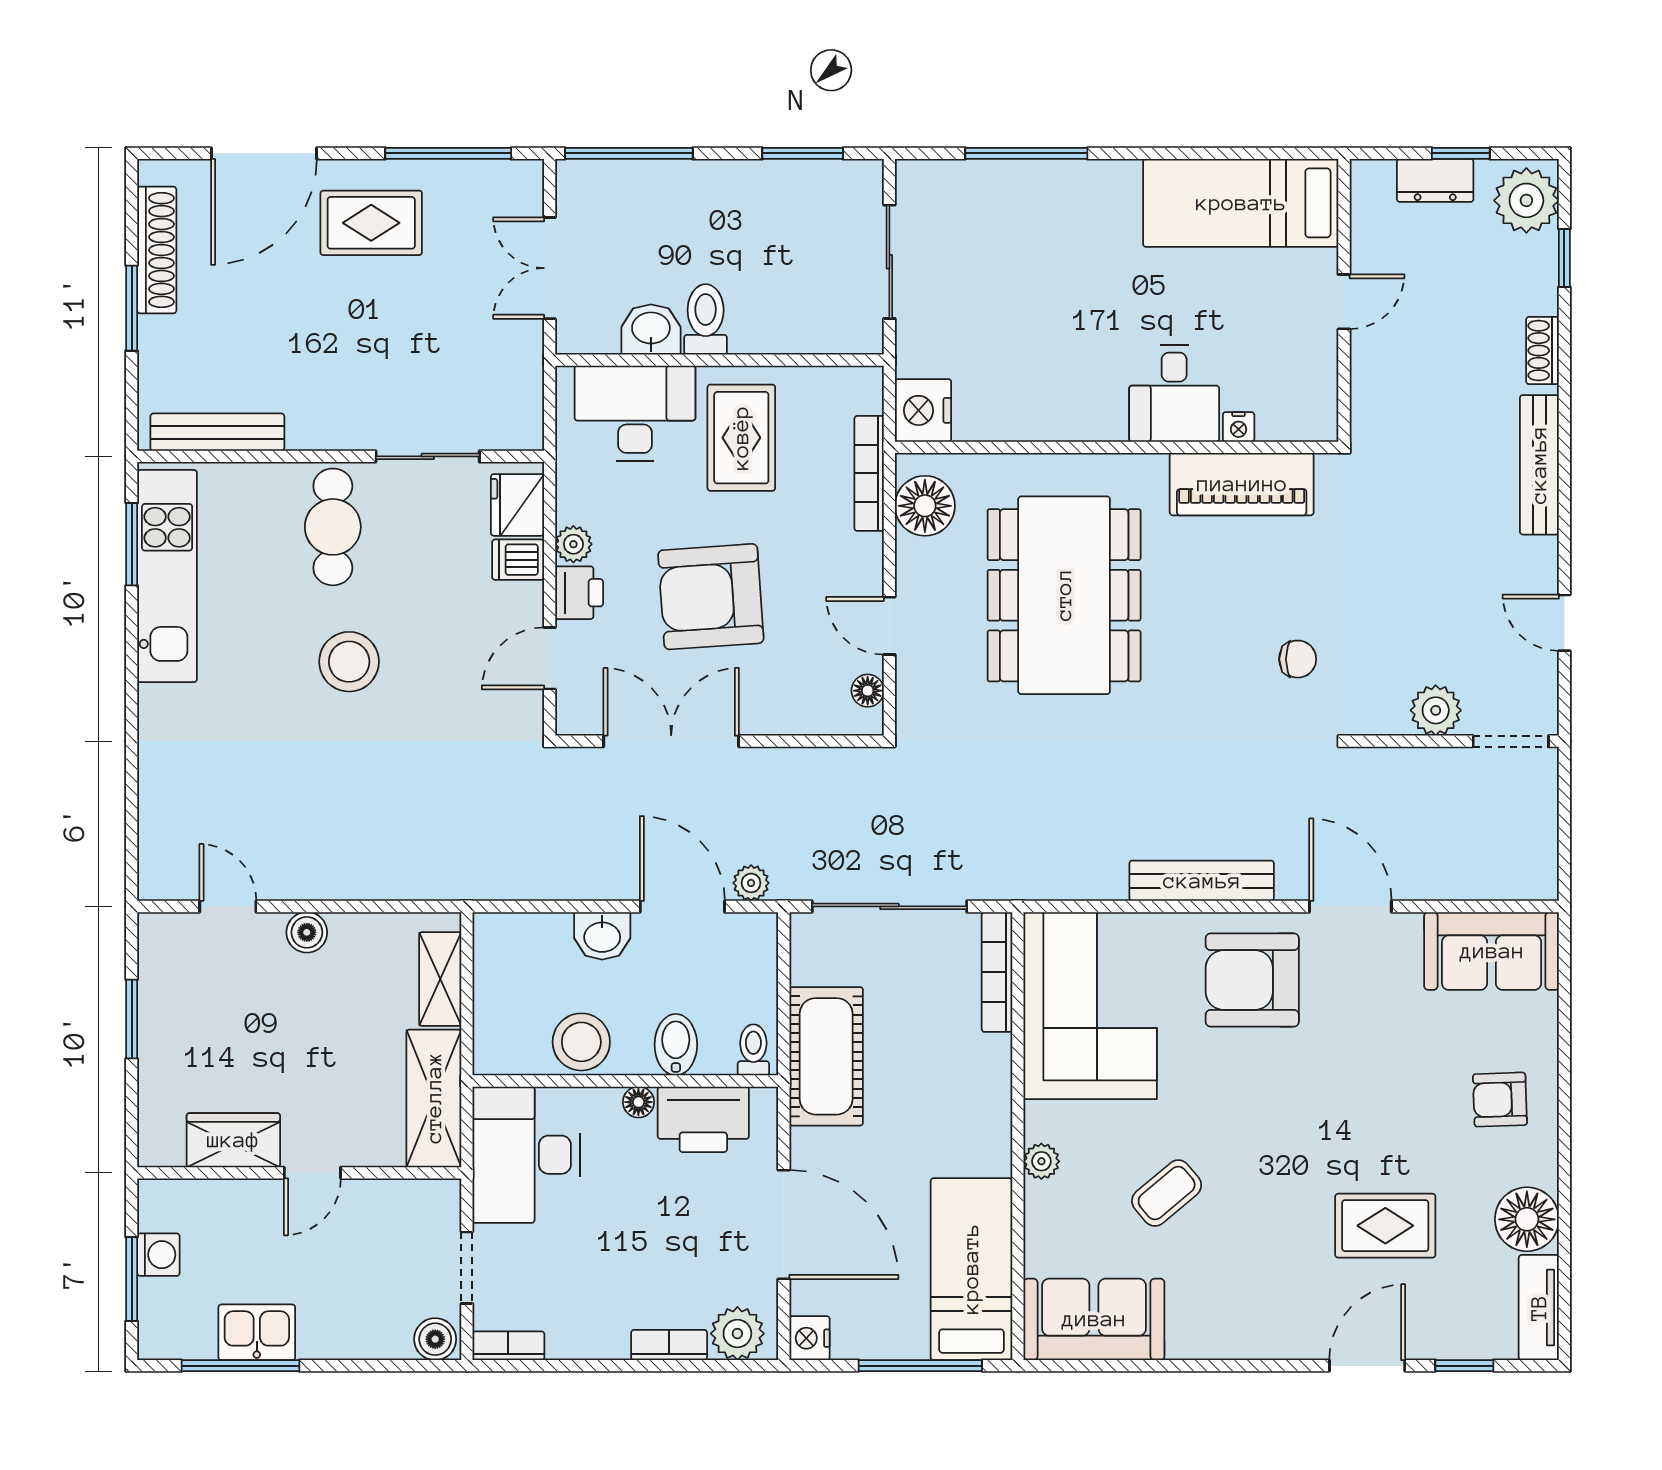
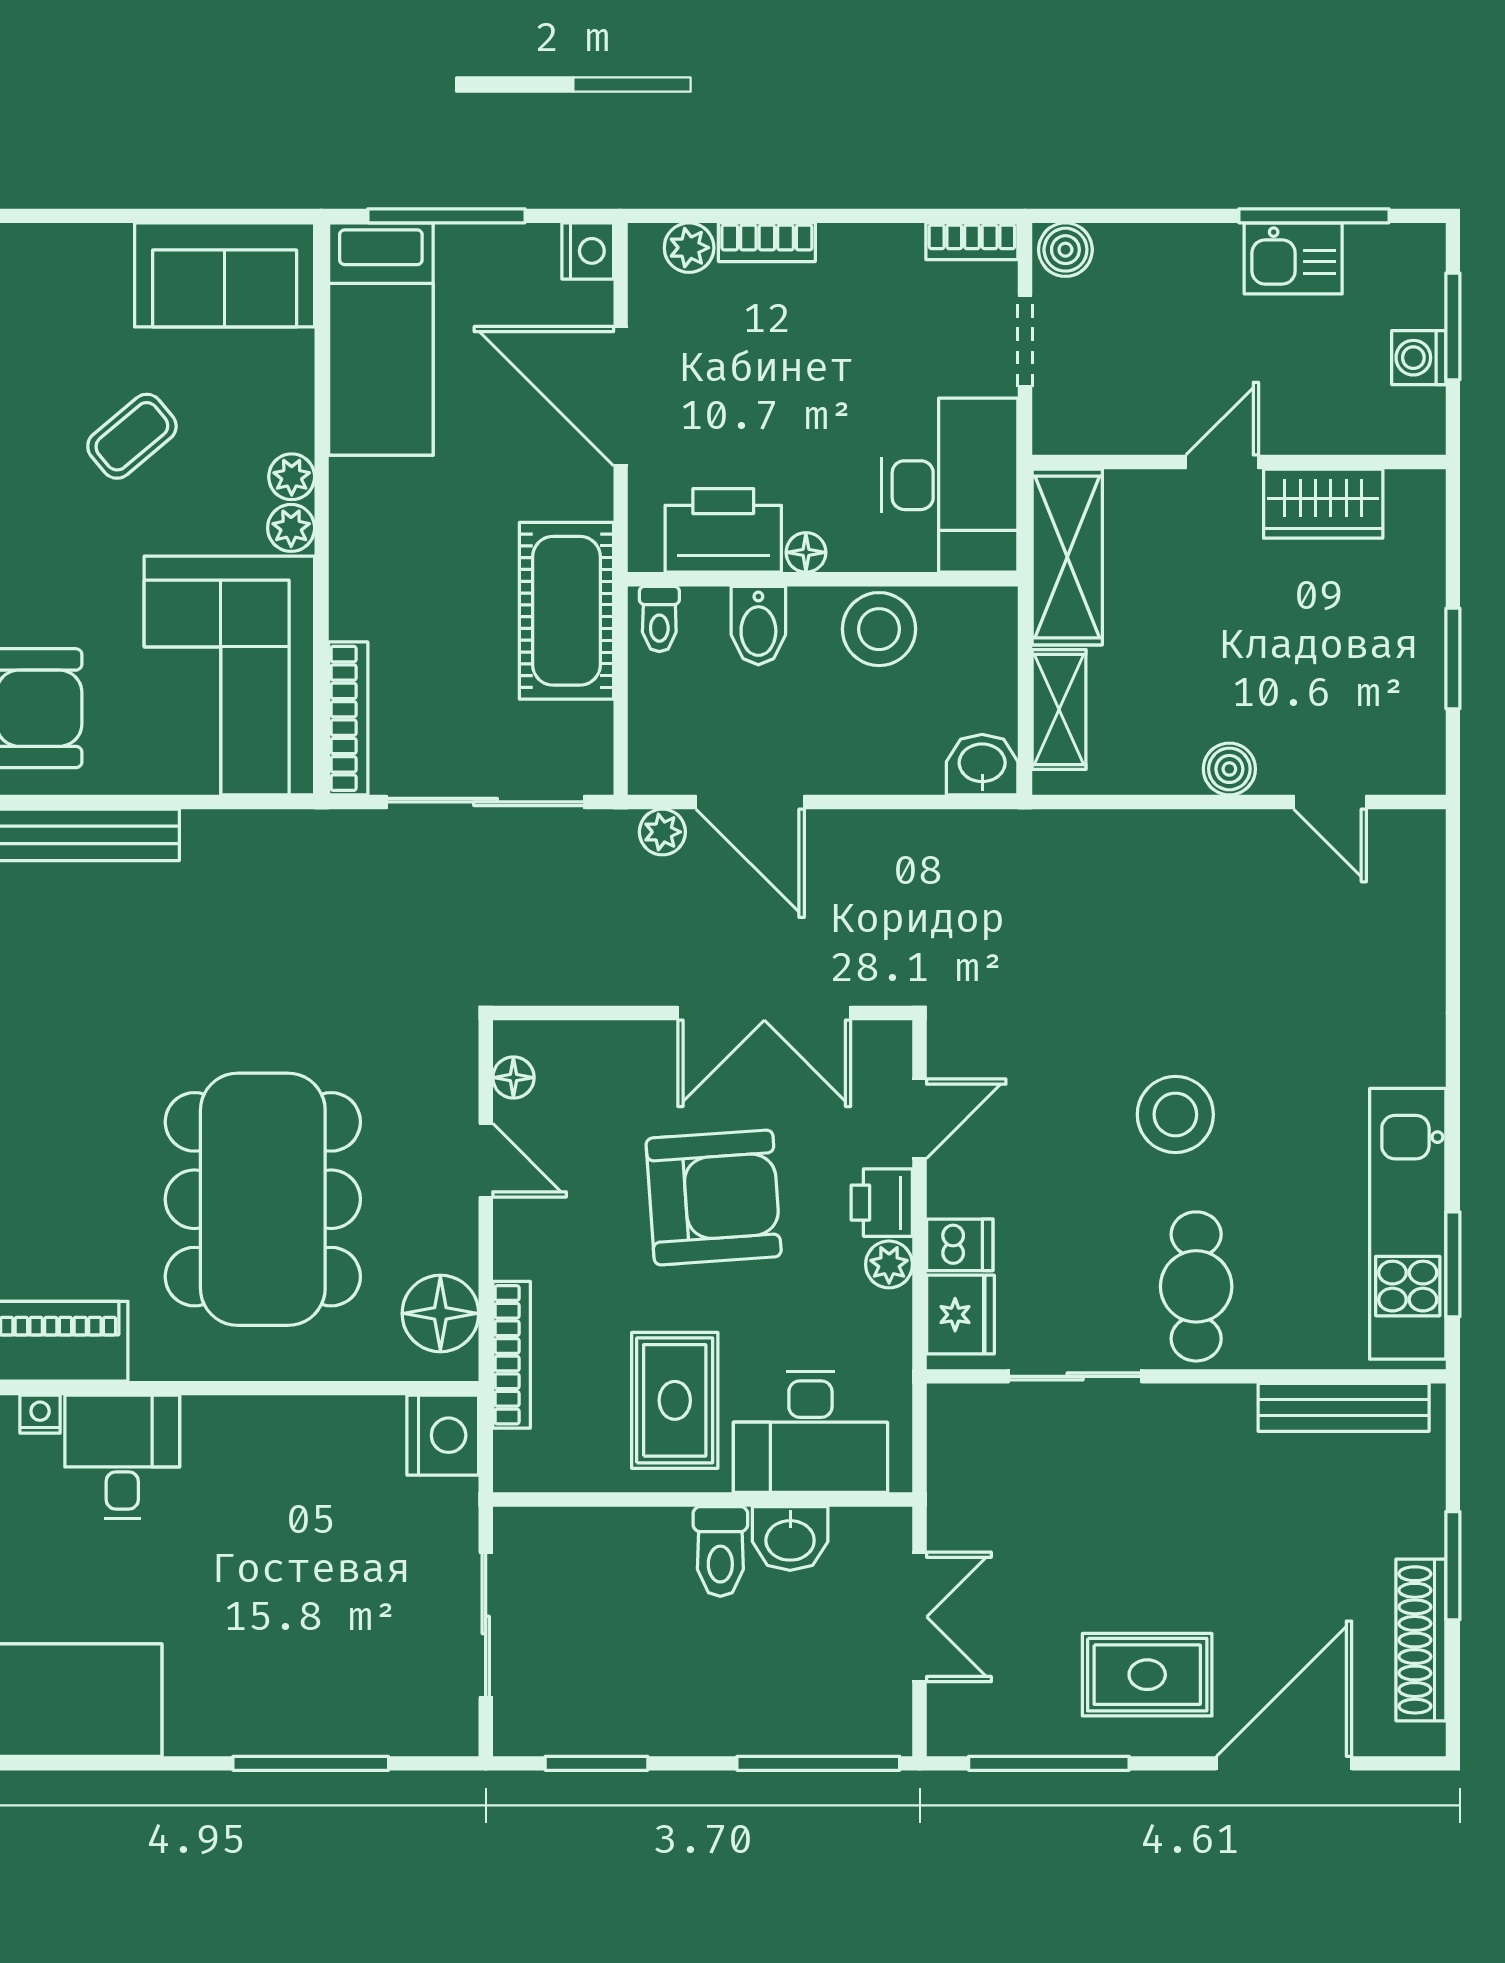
washbasin: (602, 936) -> (982, 765), moved
plant: (1042, 1121) -> (291, 528), added
plant: (737, 1334) -> (689, 248), width x0.73, depth x0.73

